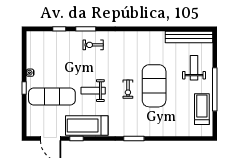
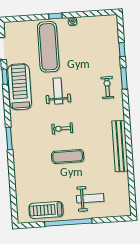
bench: (189, 37) -> (120, 146), moved
exercise mat: (154, 86) -> (68, 157), width x0.50, depth x0.69
treadmill: (202, 109) -> (46, 210), turned 180

